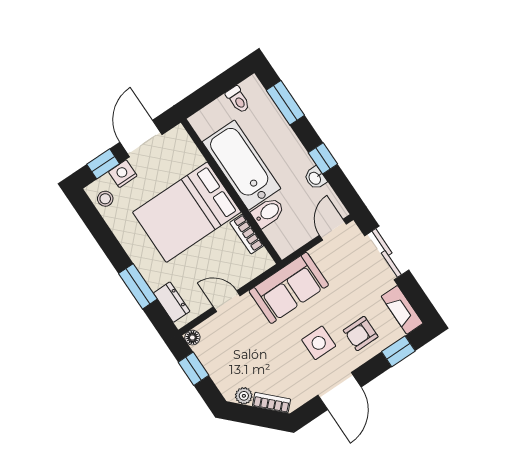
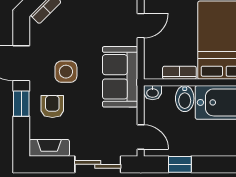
window: (323, 158) -> (180, 164), moved
washbasin: (315, 178) -> (153, 93), moved, turned 180
window: (398, 351) -> (21, 104), moved

